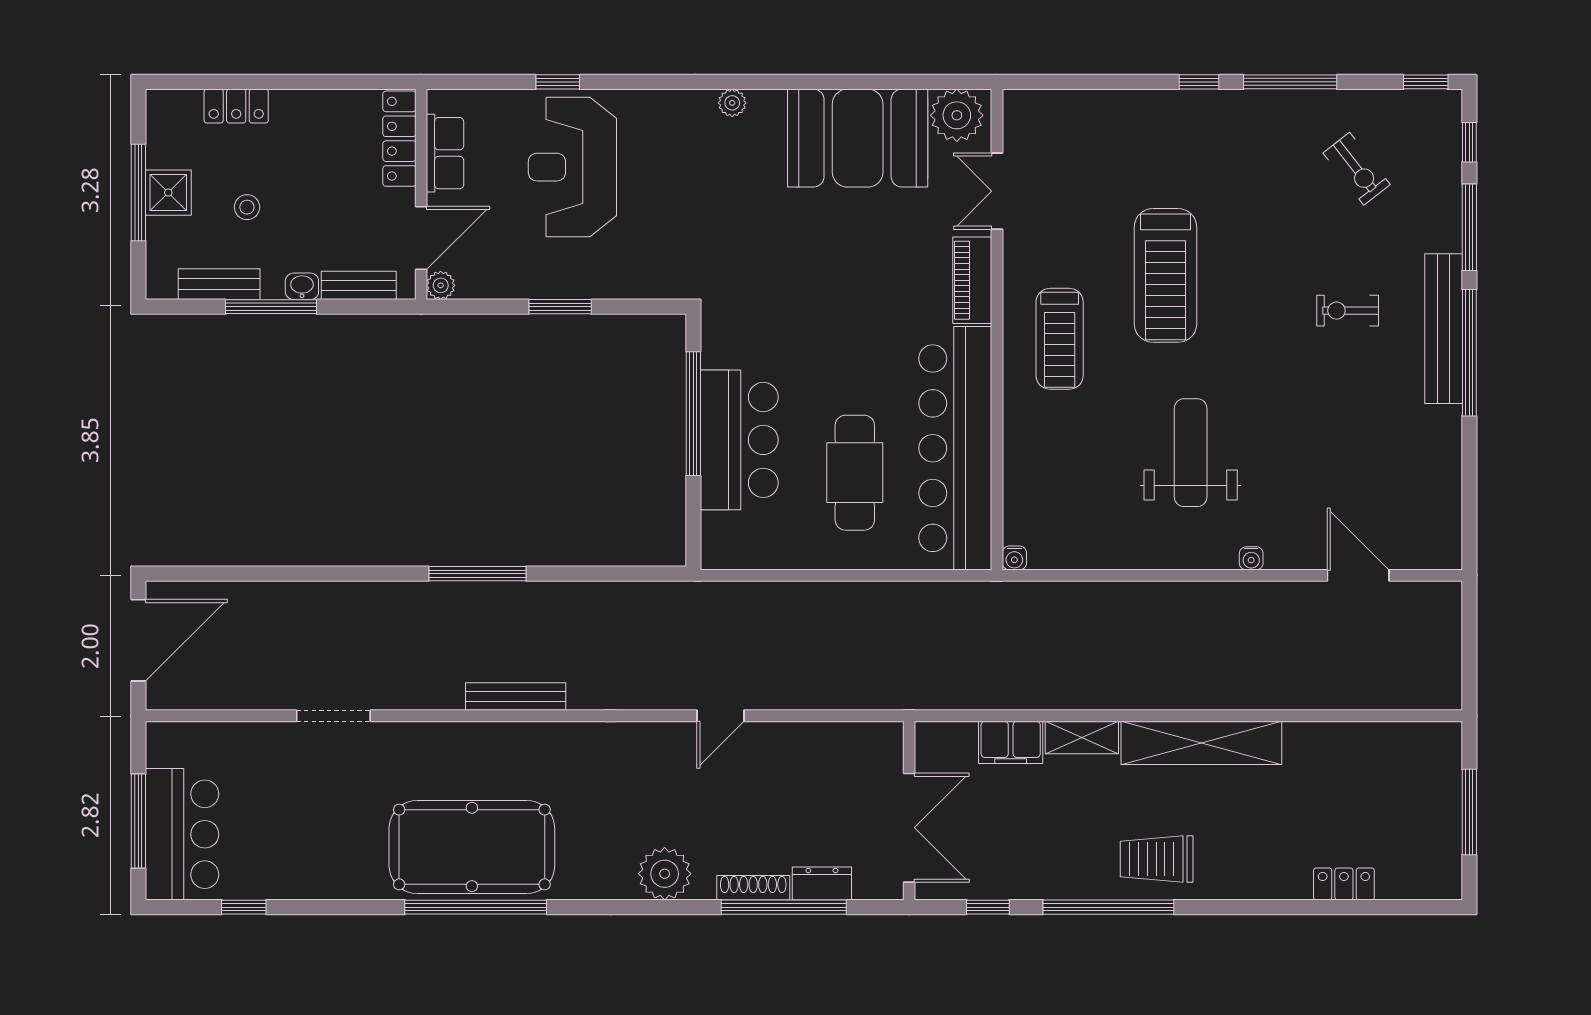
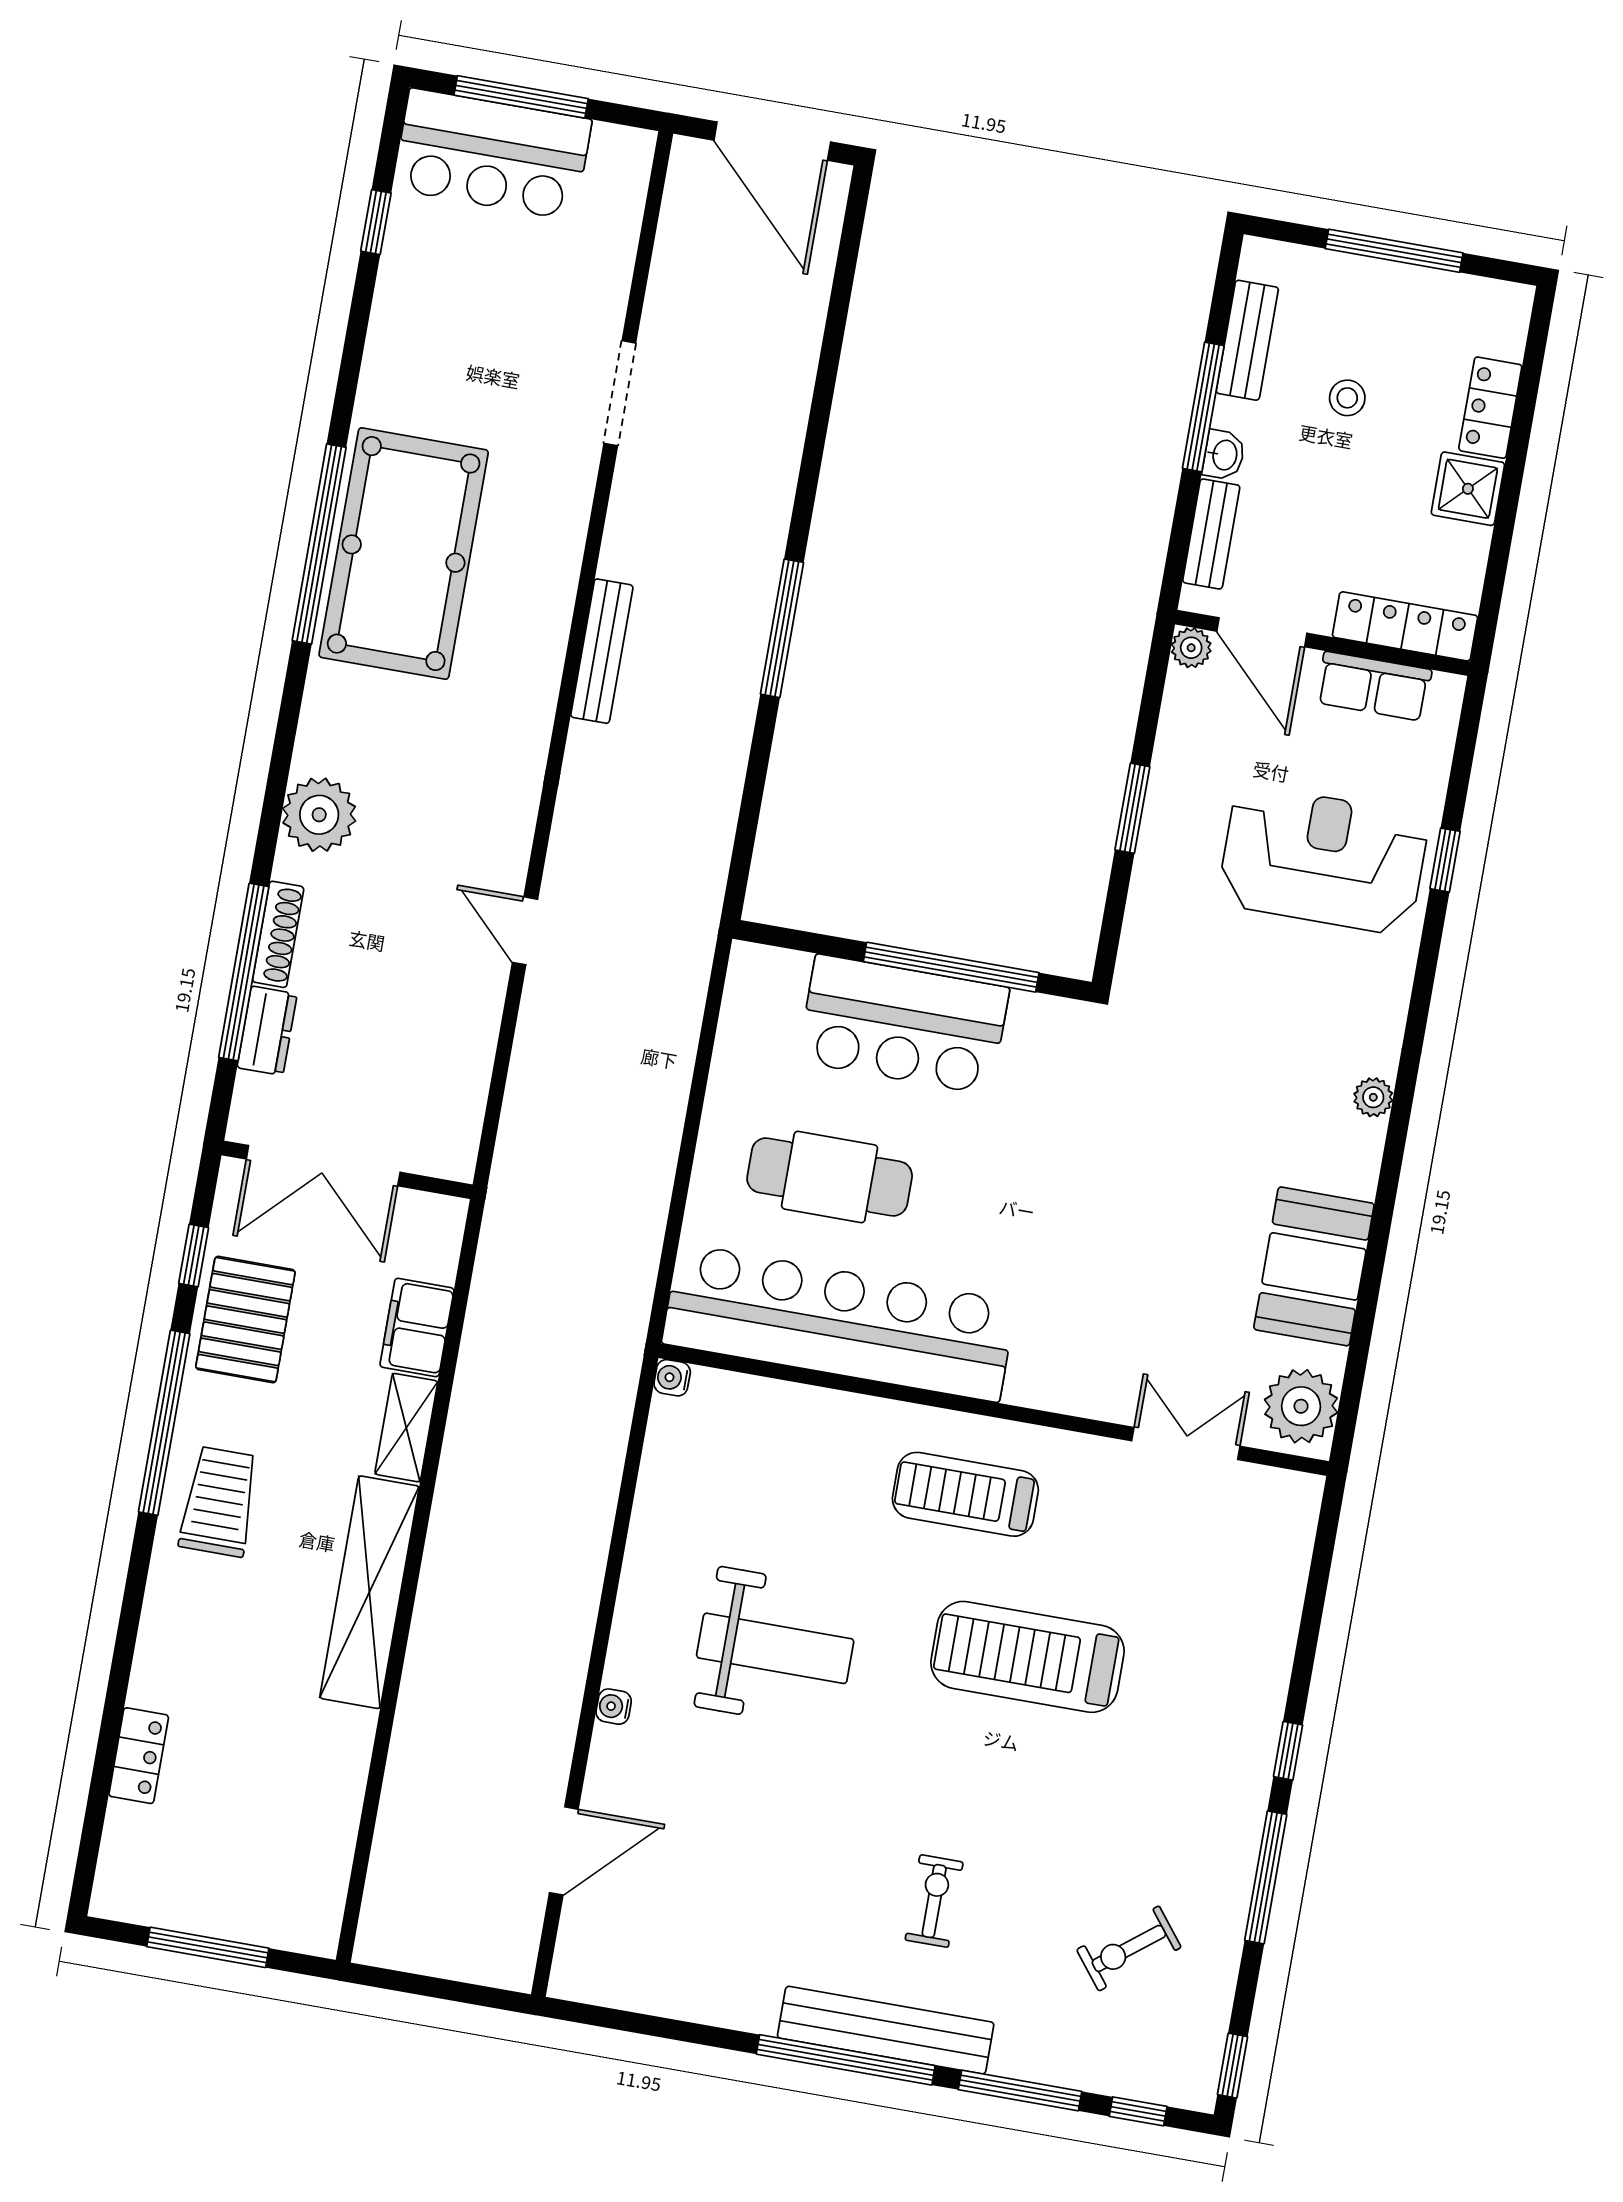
booth: (858, 138) -> (1314, 1266), width x0.73, depth x0.70
shower: (168, 193) -> (1468, 489), moved
piano: (972, 280) -> (1068, 1387), removed
pallet: (1026, 863) -> (245, 1320), added

